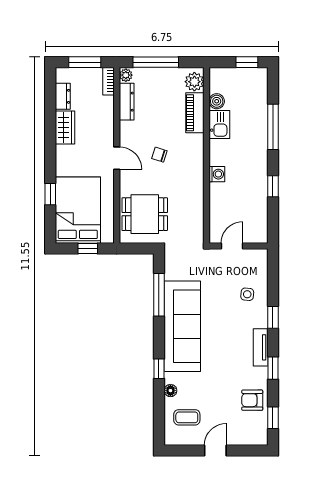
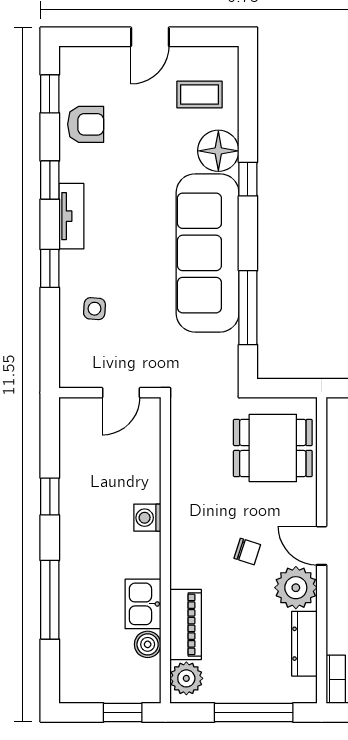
window: (247, 62) -> (123, 713), moved
plant: (126, 75) -> (296, 588), moved, width x1.88, depth x1.88
floor lamp: (170, 391) -> (218, 151), width x1.89, depth x1.89

